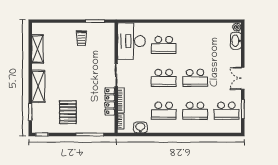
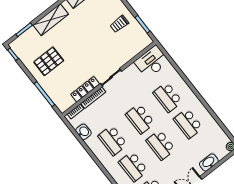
desk: (131, 41) -> (152, 62), width x0.73, depth x0.77
washbasin: (236, 41) -> (209, 162), moved
school desk: (195, 45) -> (188, 124), added

